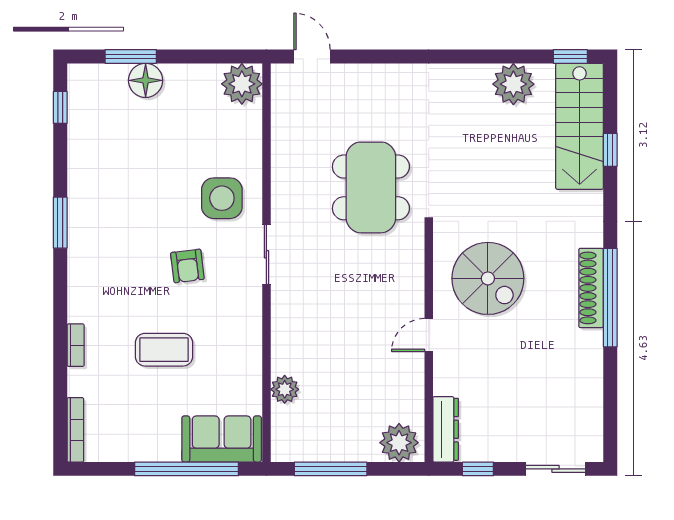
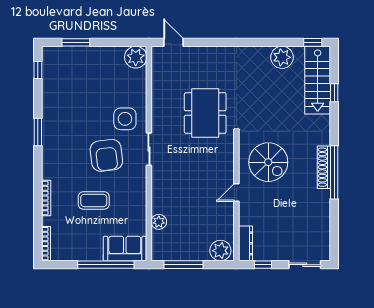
floor lamp: (146, 80) -> (84, 55), removed
armchair: (187, 266) -> (106, 155), width x1.88, depth x1.88
bookcase: (76, 345) -> (46, 198), width x1.56

